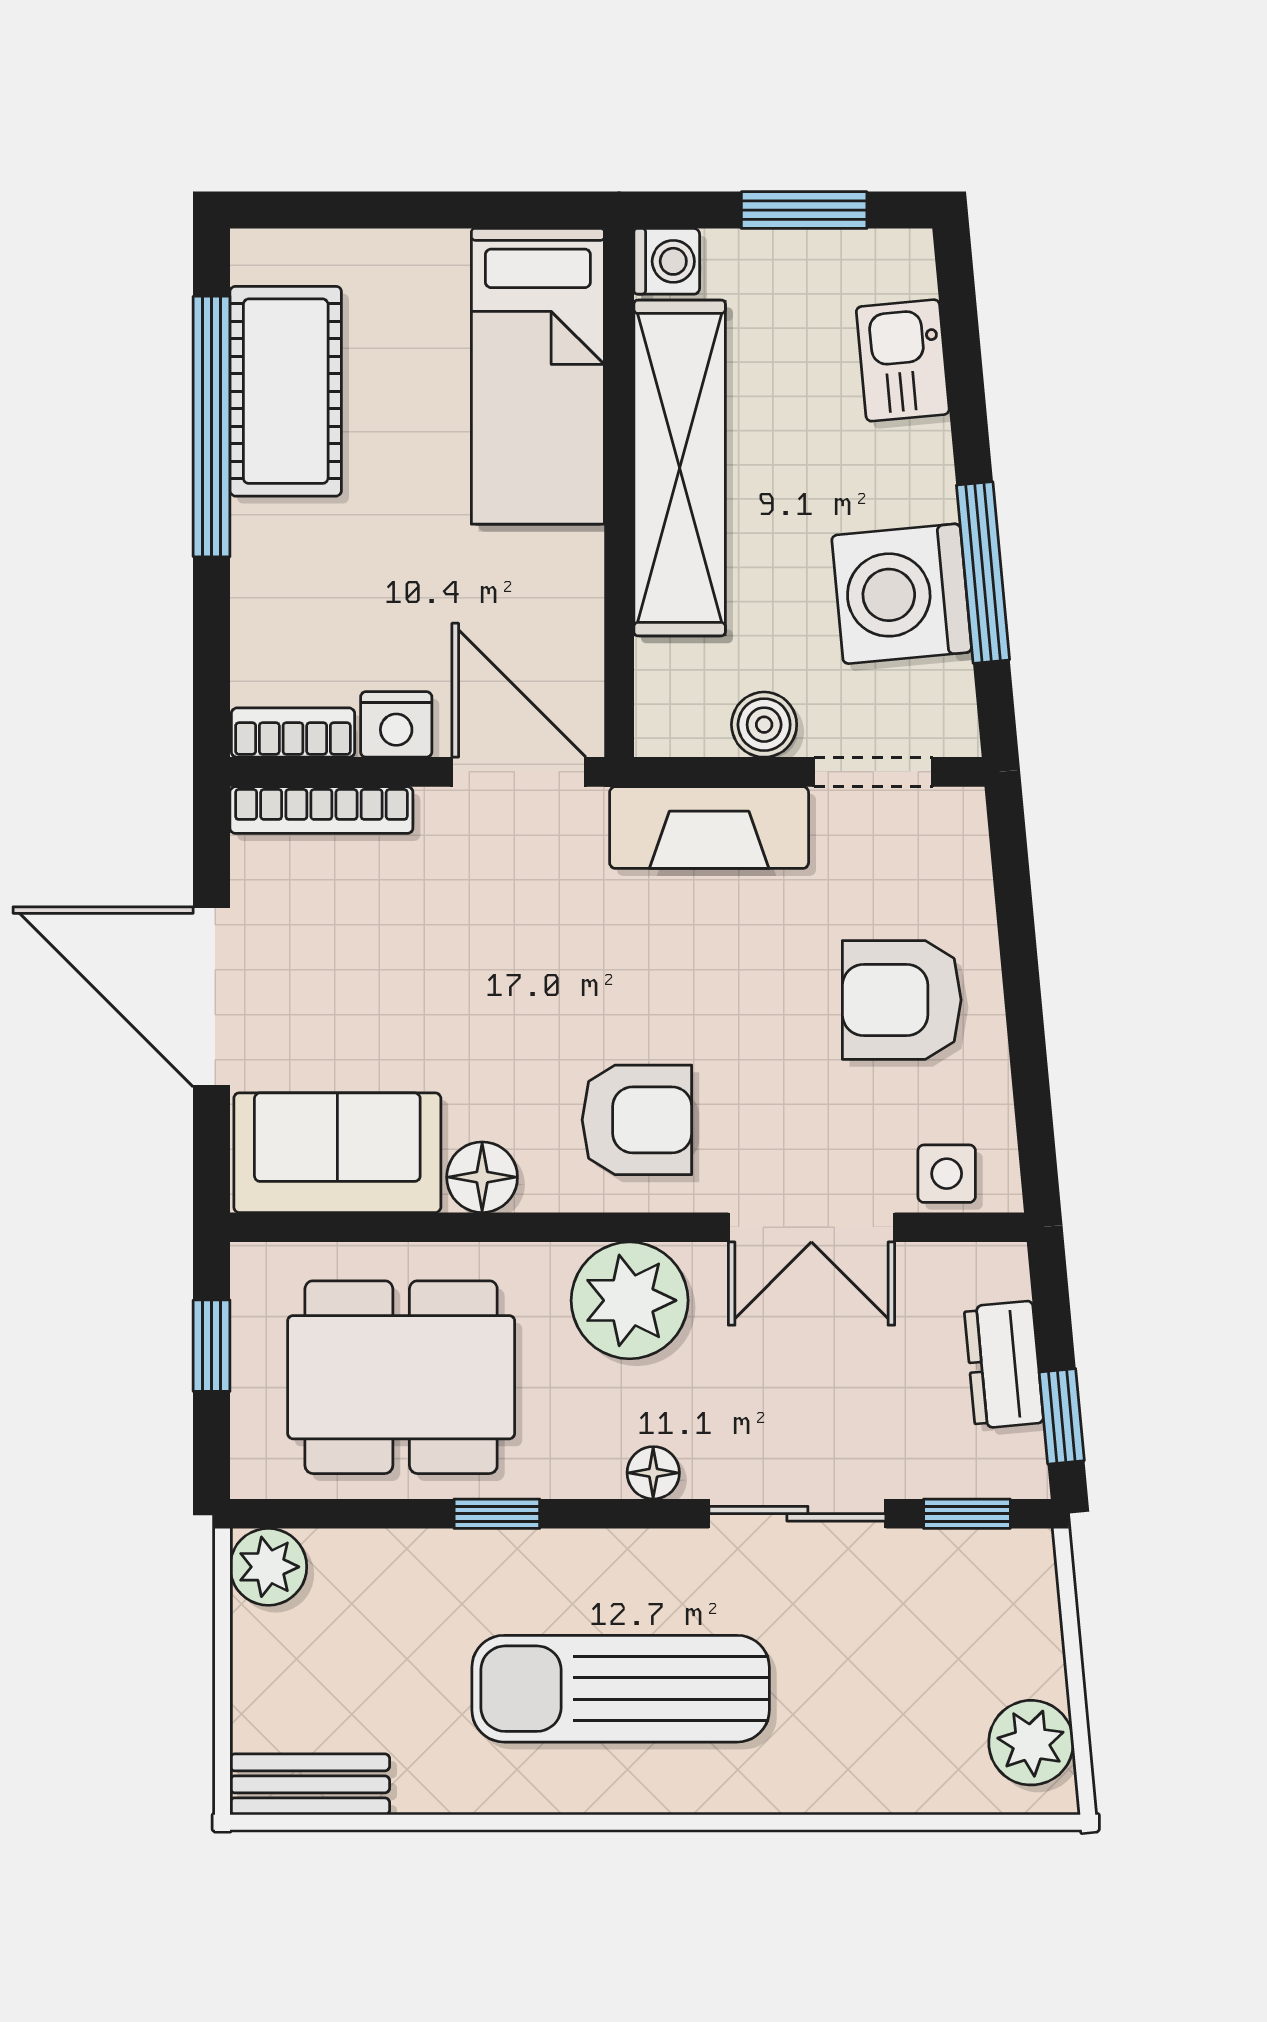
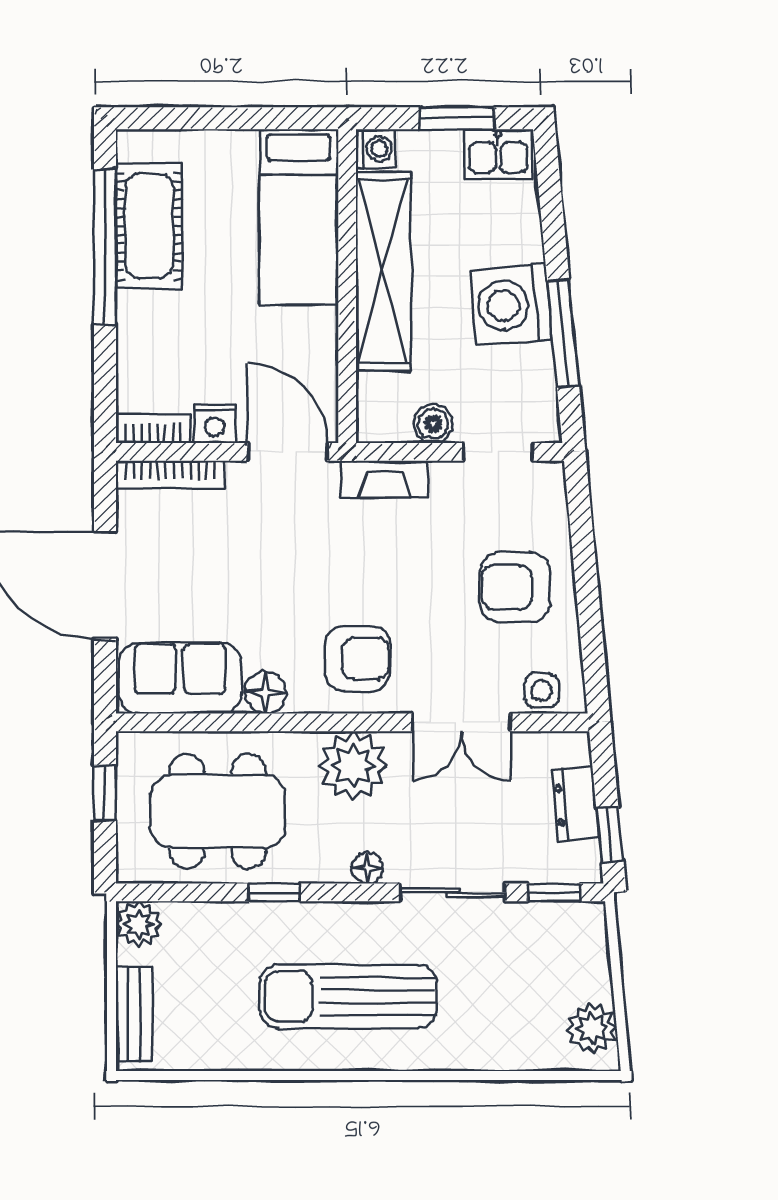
kitchen sink: (903, 360) -> (498, 154), moved, turned -85
washing machine: (902, 594) -> (511, 305), moved
fireplace: (709, 828) -> (385, 479), width x0.73, depth x0.76
bench: (310, 1784) -> (134, 1014), moved, turned 90

